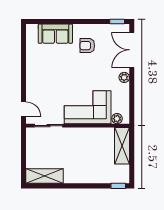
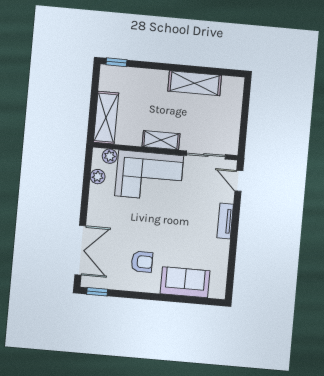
plant: (124, 77) -> (98, 177), moved
tv unit: (31, 80) -> (225, 221), added
shelving: (82, 133) -> (161, 140), added
shelving: (44, 176) -> (195, 83), moved

